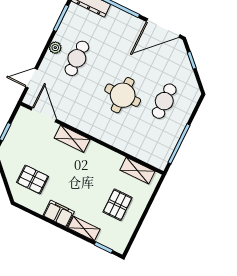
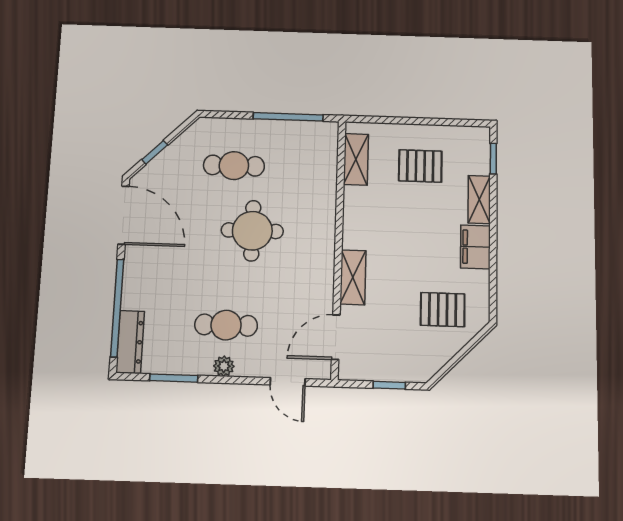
pallet: (33, 179) -> (443, 310), turned 90

